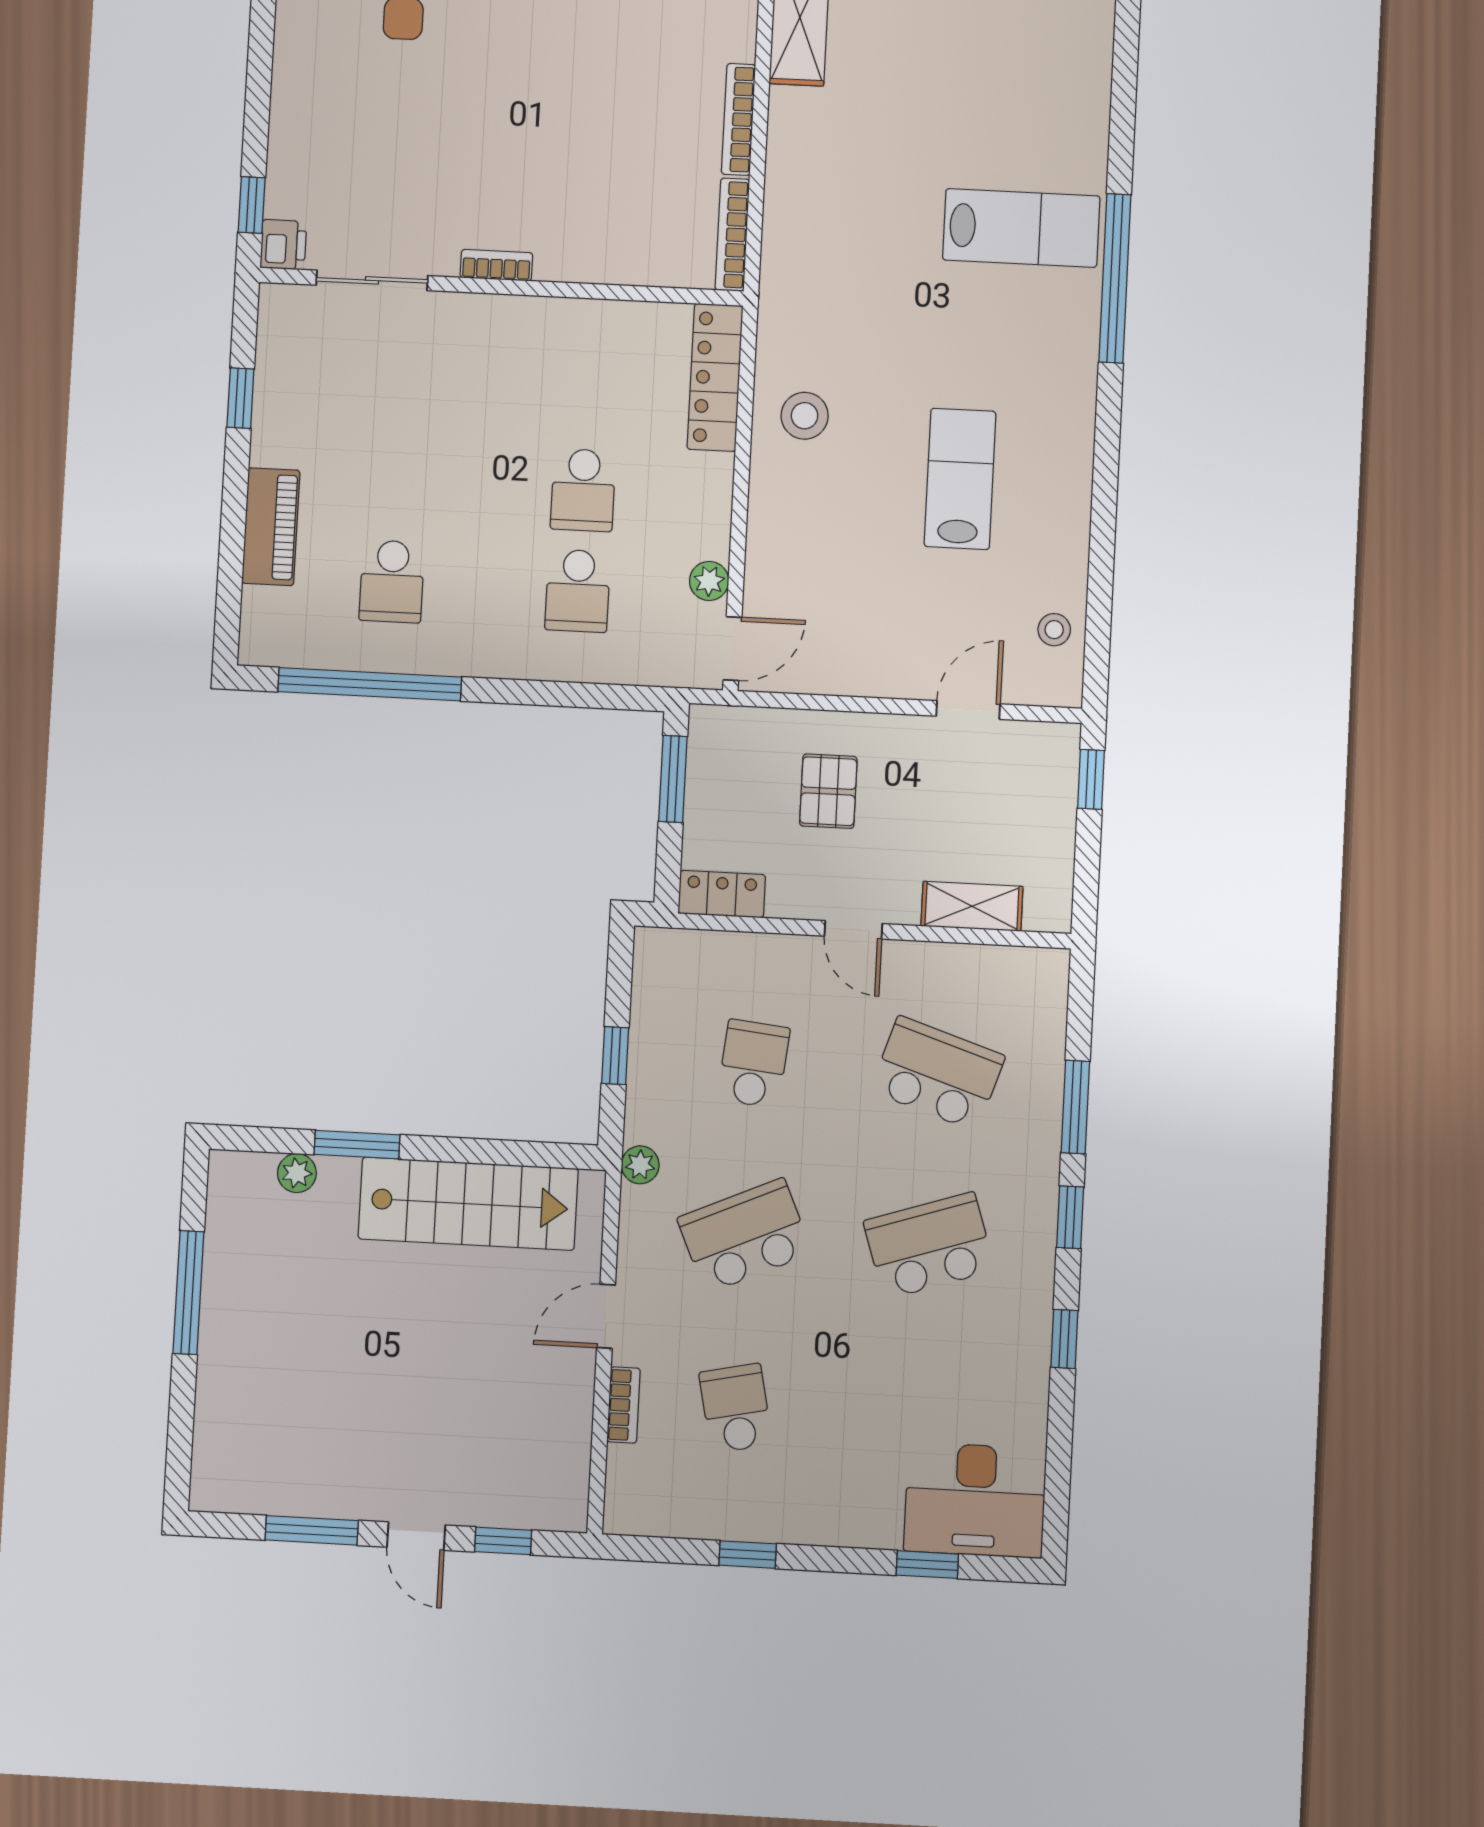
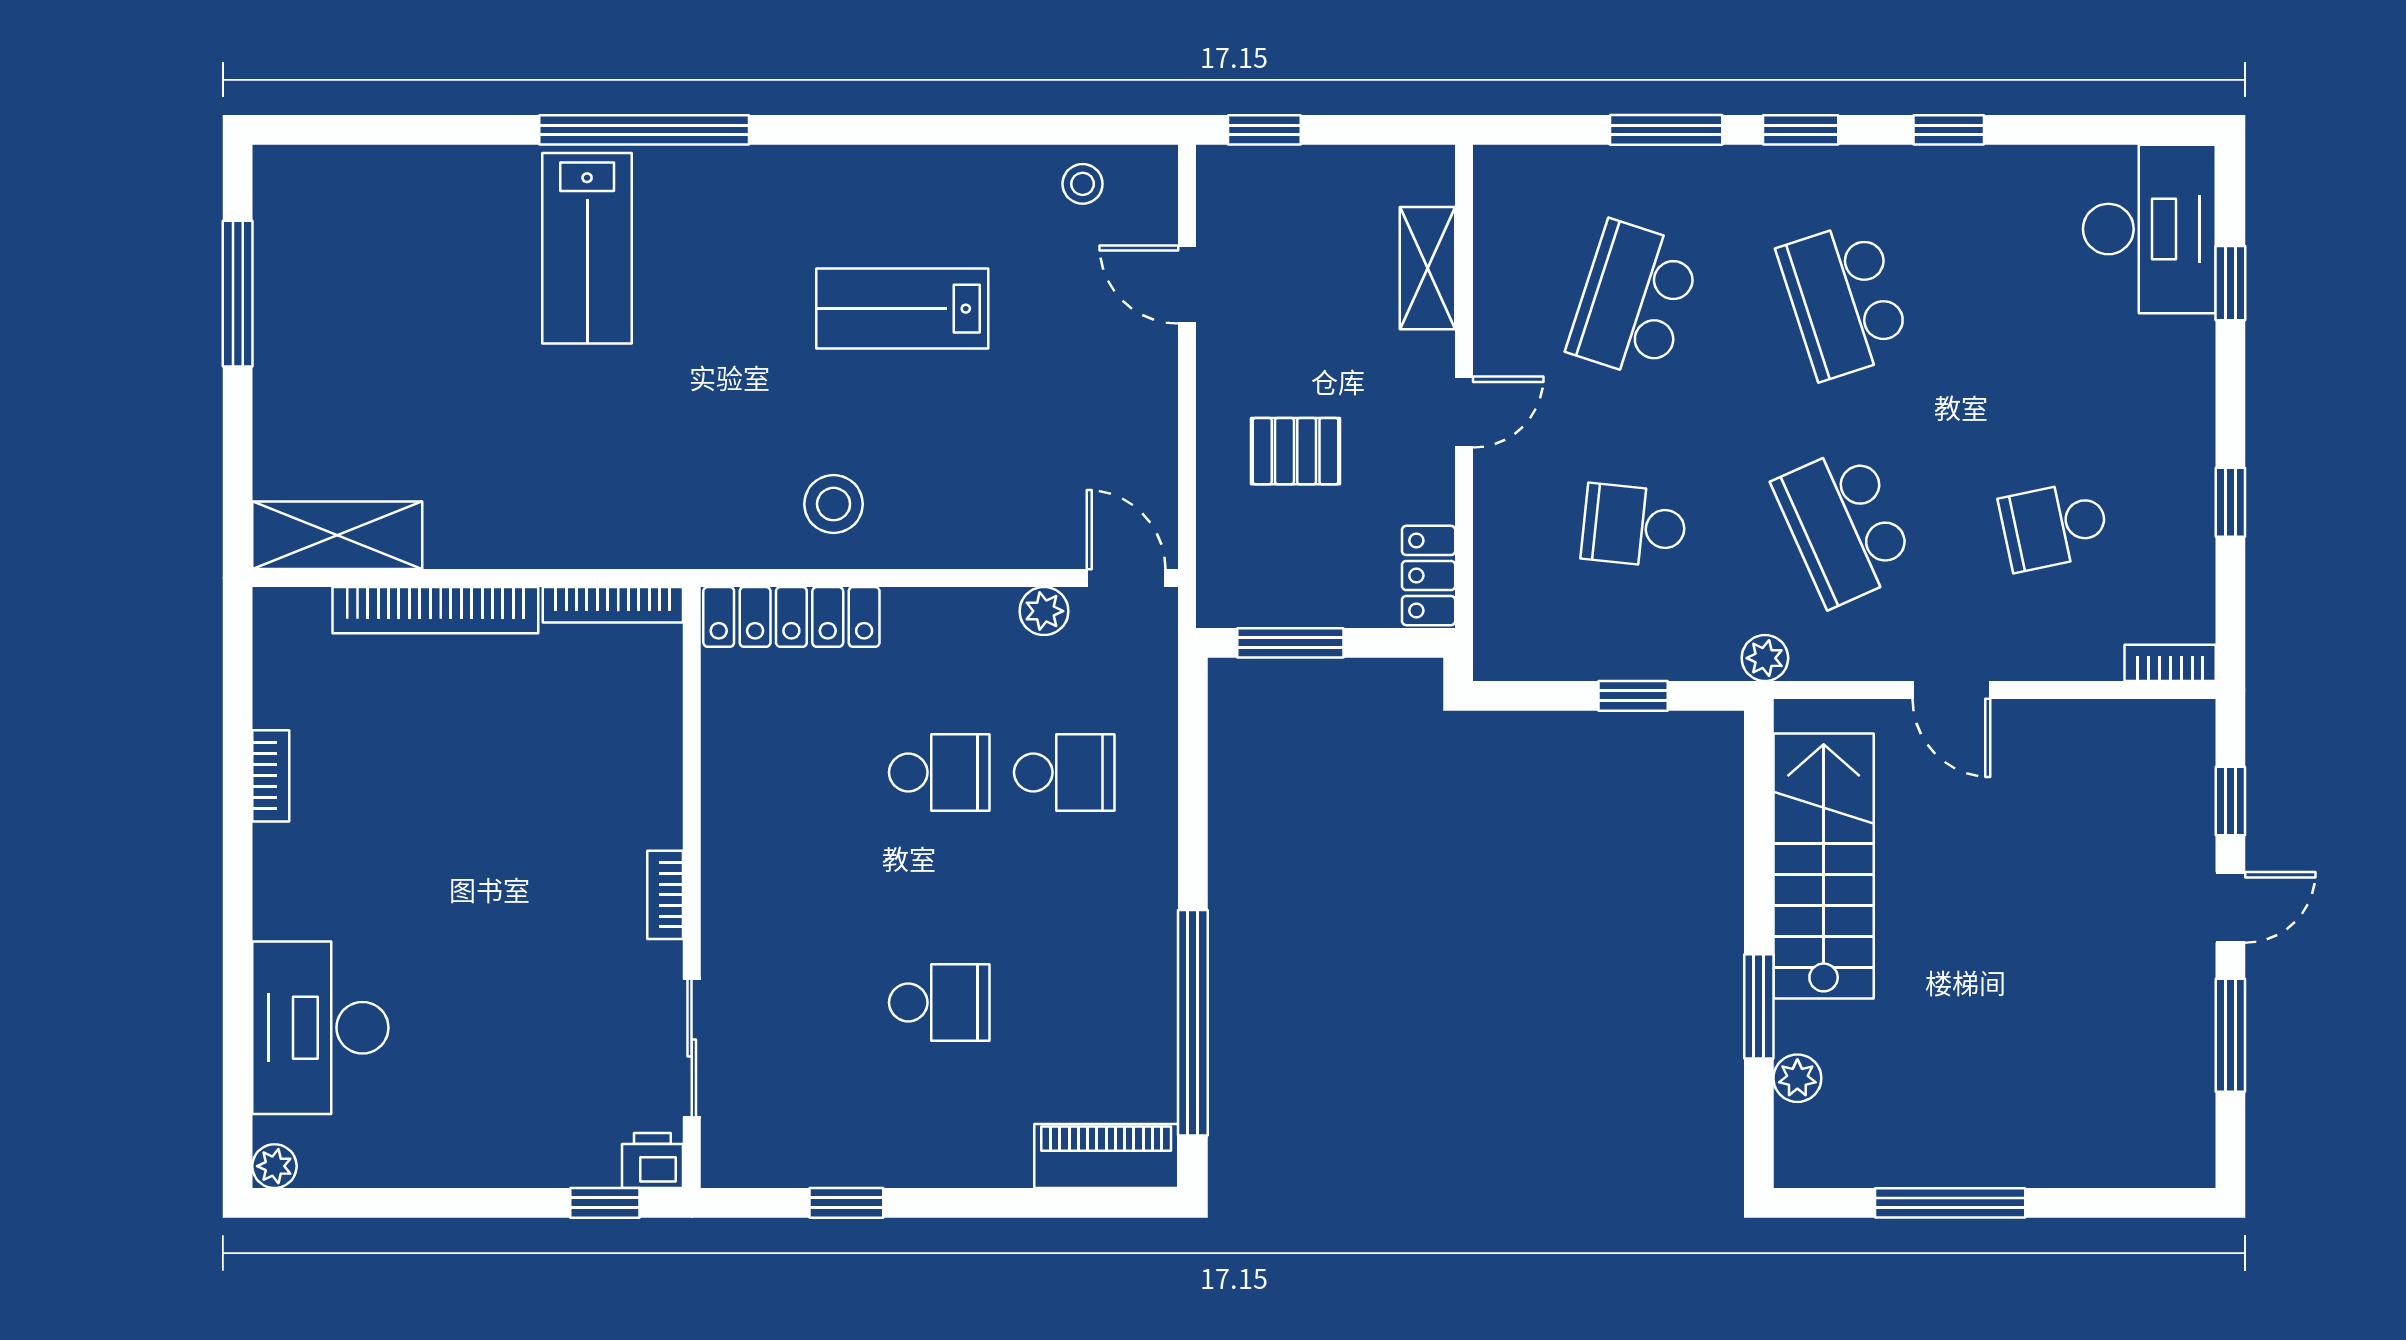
bookcase: (739, 119) -> (435, 610), width x1.48, depth x1.31
lab bench: (1021, 228) -> (587, 248), turned 180
piano: (271, 527) -> (1106, 1156), moved
school desk: (392, 581) -> (939, 1003), moved
bookcase: (623, 1405) -> (2170, 663), moved

